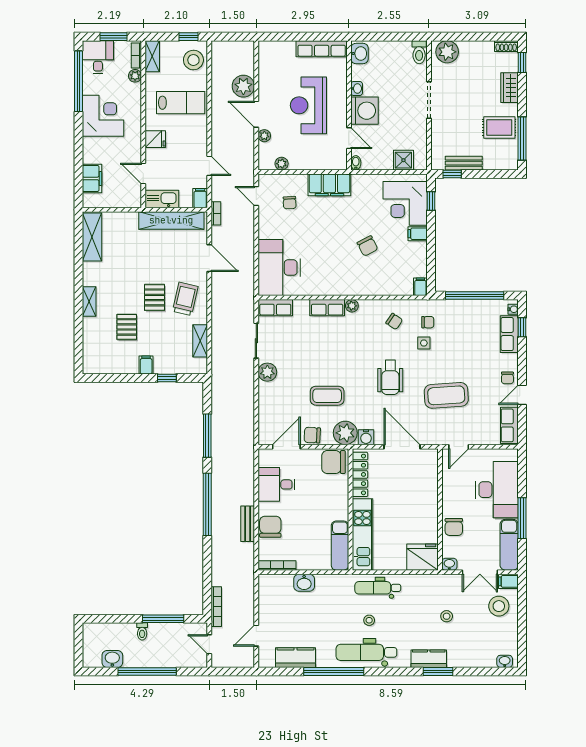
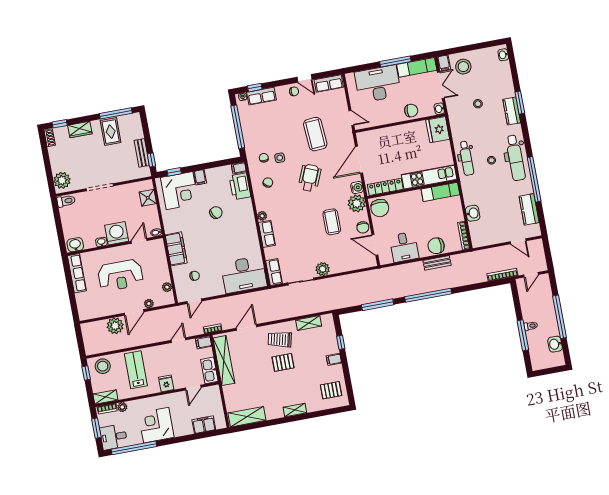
printer: (396, 284) -> (240, 186), added
pallet: (127, 327) -> (331, 390), moved
wheelchair: (390, 377) -> (310, 178), turned -67
window: (163, 619) -> (523, 335), moved

